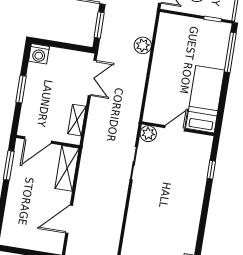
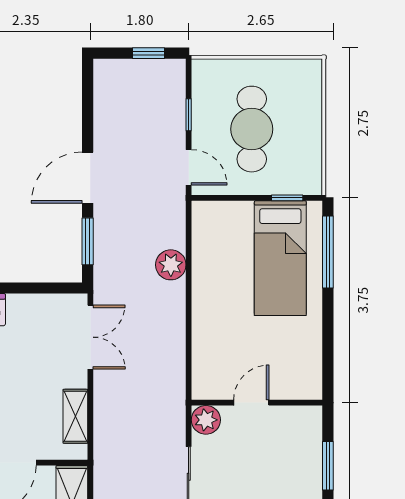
bed: (205, 99) -> (280, 258), moved, turned 180
window: (211, 170) -> (328, 466), width x1.50

